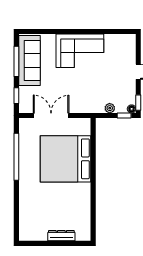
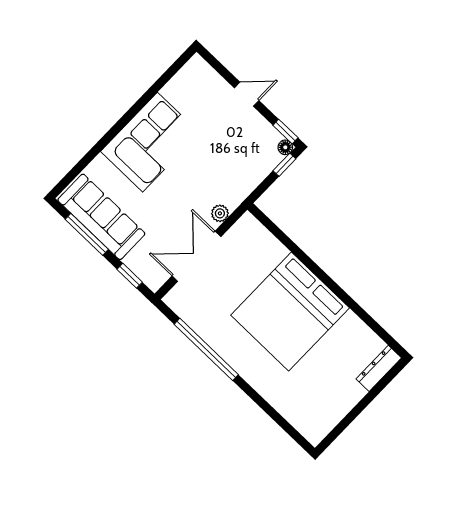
plant: (110, 108) -> (220, 213), moved
bed: (65, 159) -> (290, 312), moved
dresser: (61, 236) -> (379, 368), moved

